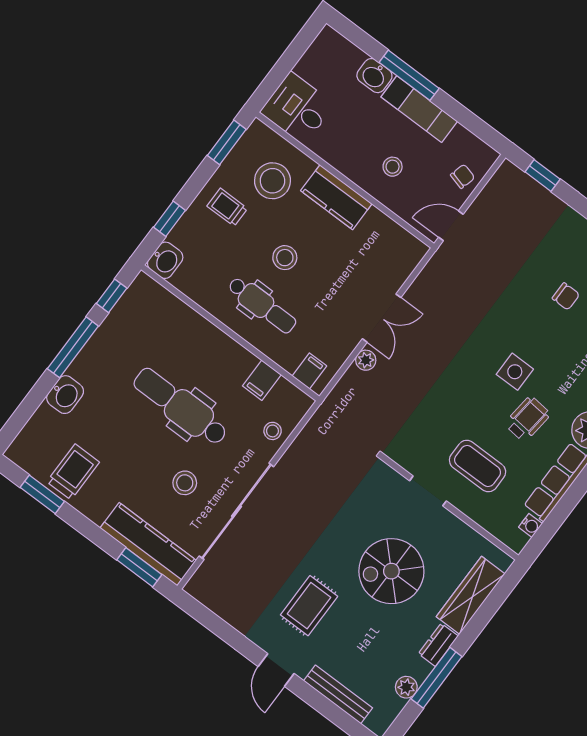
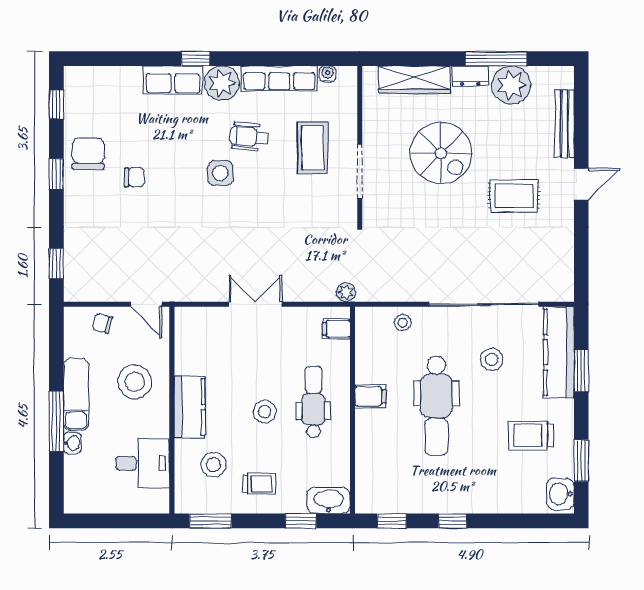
washbasin: (374, 76) -> (72, 443), width x0.72, depth x0.69
desk: (297, 108) -> (143, 463), moved, turned -90
stool: (393, 167) -> (135, 382), width x1.89, depth x1.89
stool: (272, 181) -> (214, 465), width x0.73, depth x0.73
trolley: (227, 207) -> (259, 484), turned -90
washbasin: (165, 260) -> (329, 501), width x1.38
chair: (566, 296) -> (134, 177), turned 90
window: (73, 347) -> (453, 521), width x0.46
plant: (366, 360) -> (346, 292), moved
filing cabinet: (262, 380) -> (370, 396), moved
washbasin: (65, 395) -> (560, 494), moved, turned -90
trolley: (73, 472) -> (531, 435), moved
doorway: (428, 491) -> (360, 171), width x1.38
window: (139, 567) -> (581, 371), moved
plant: (406, 687) -> (511, 85), width x1.87, depth x1.87

